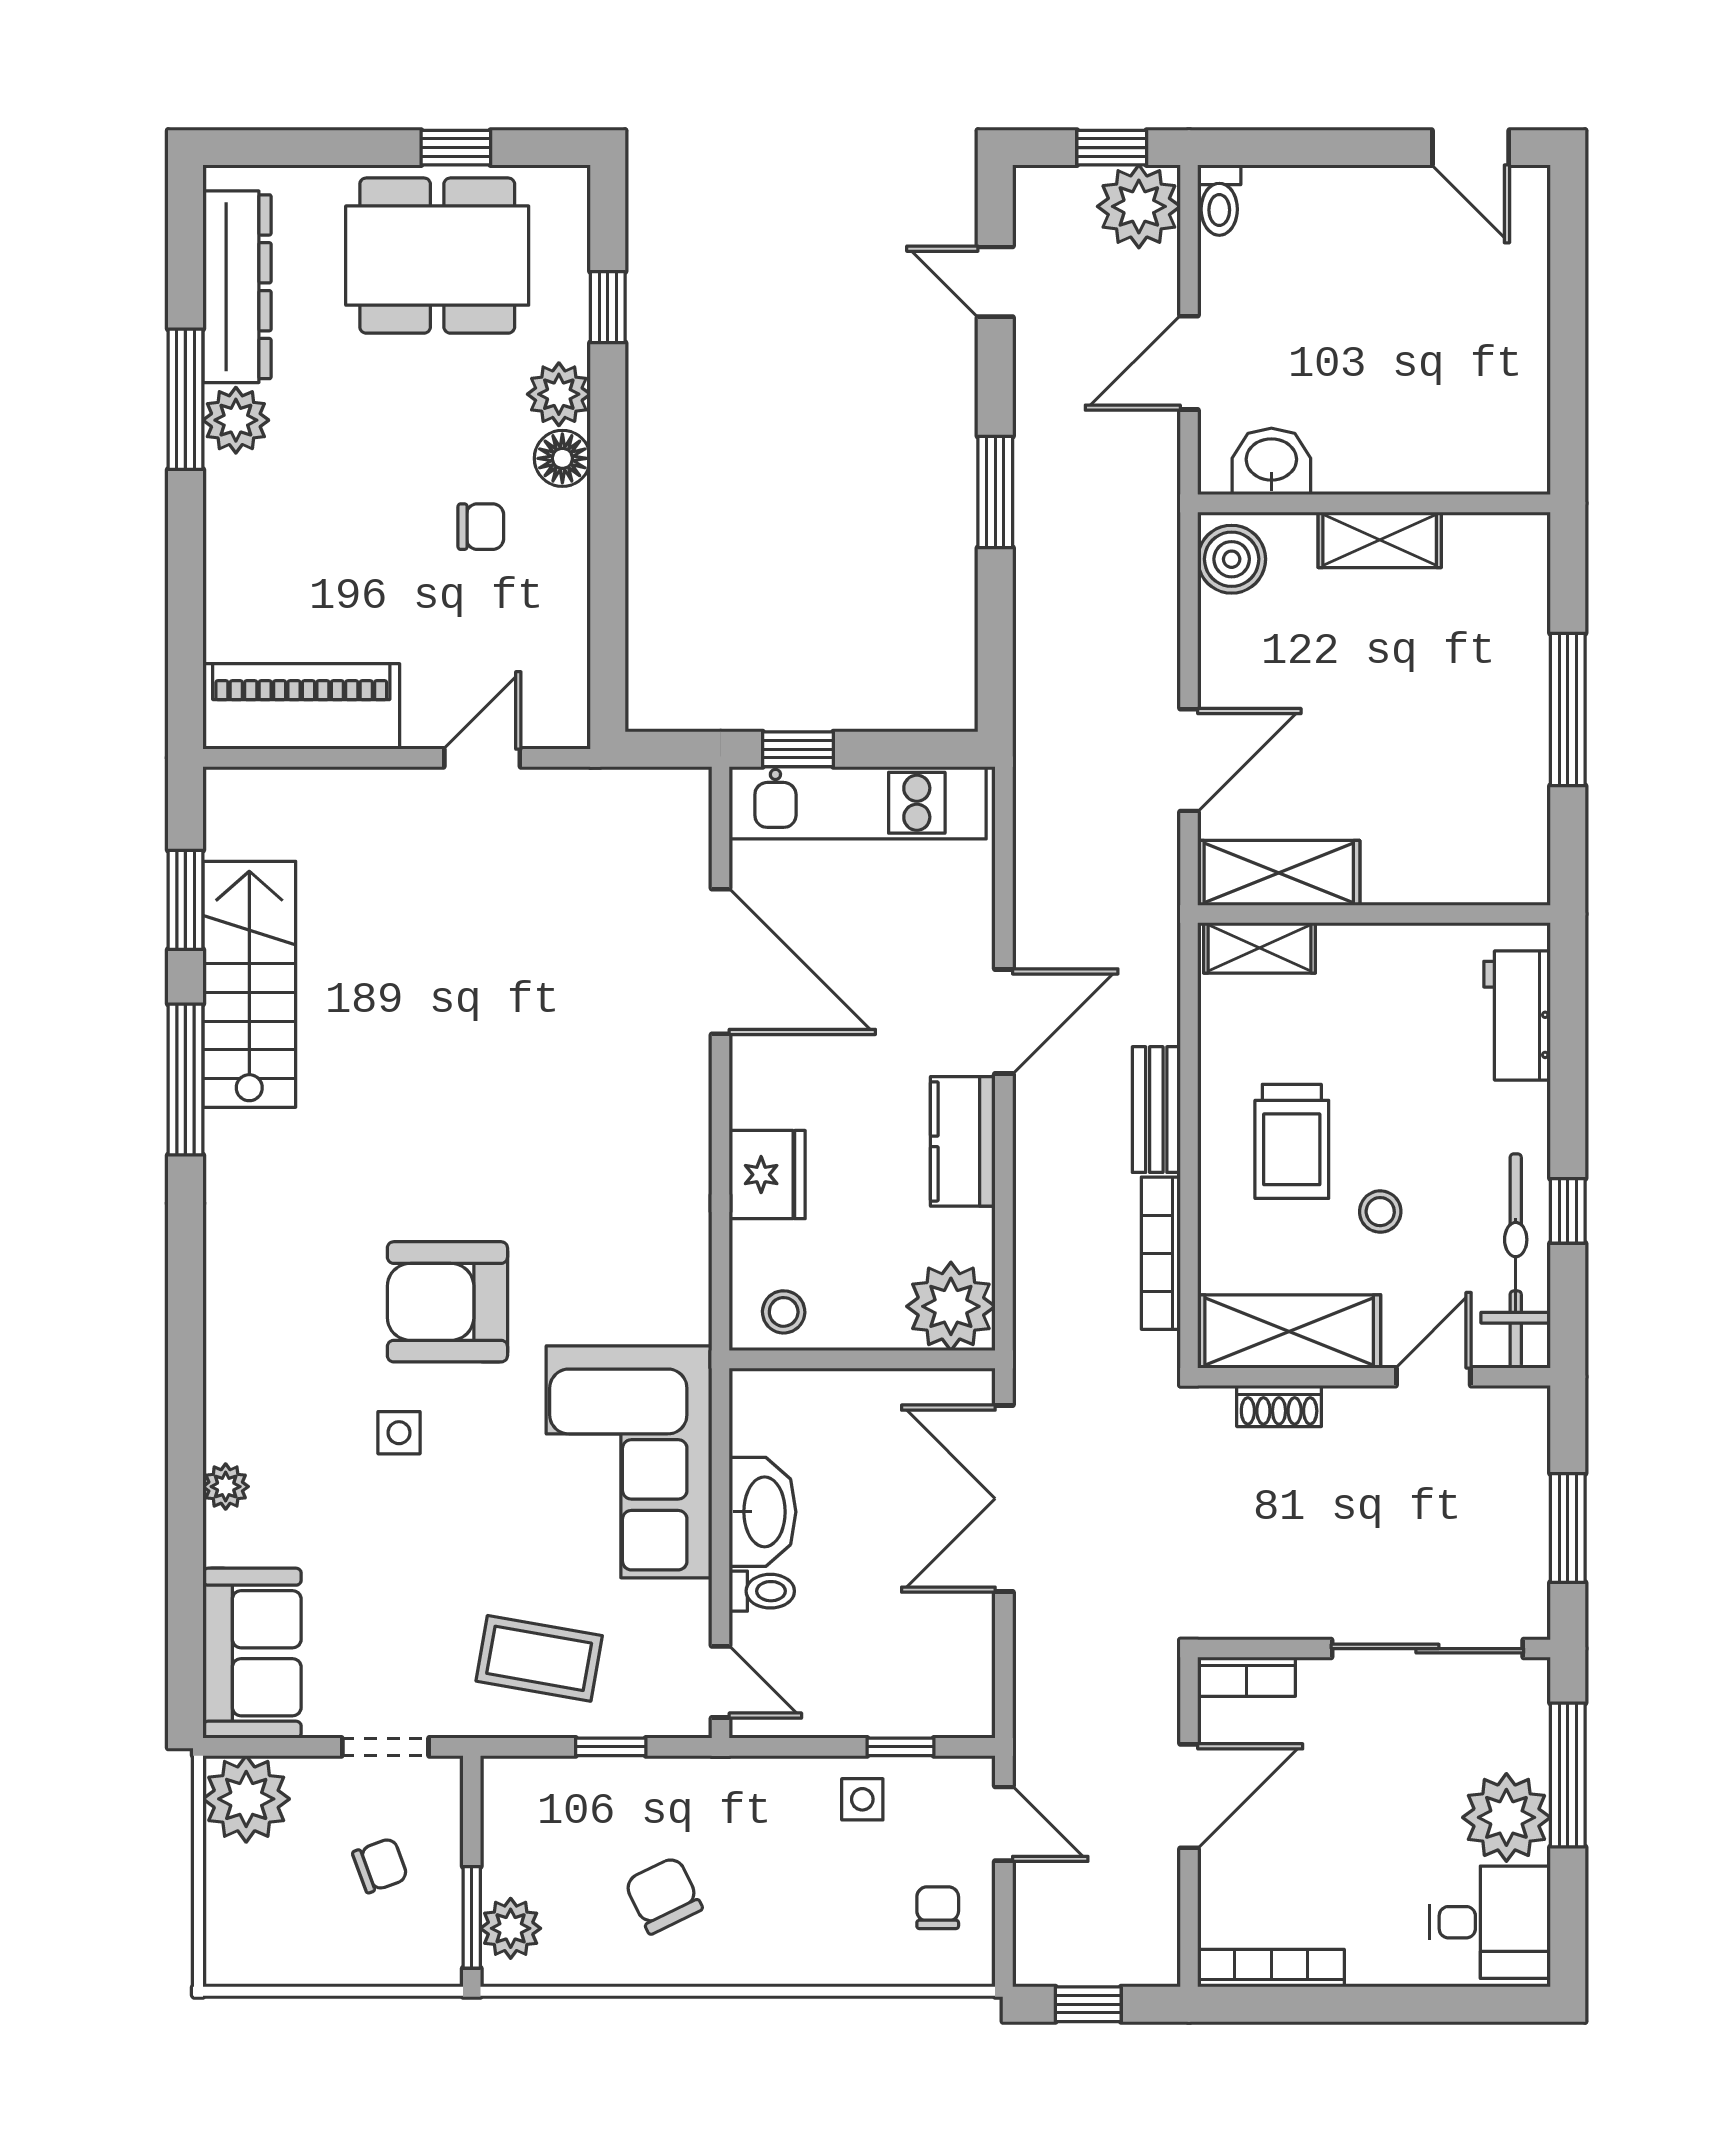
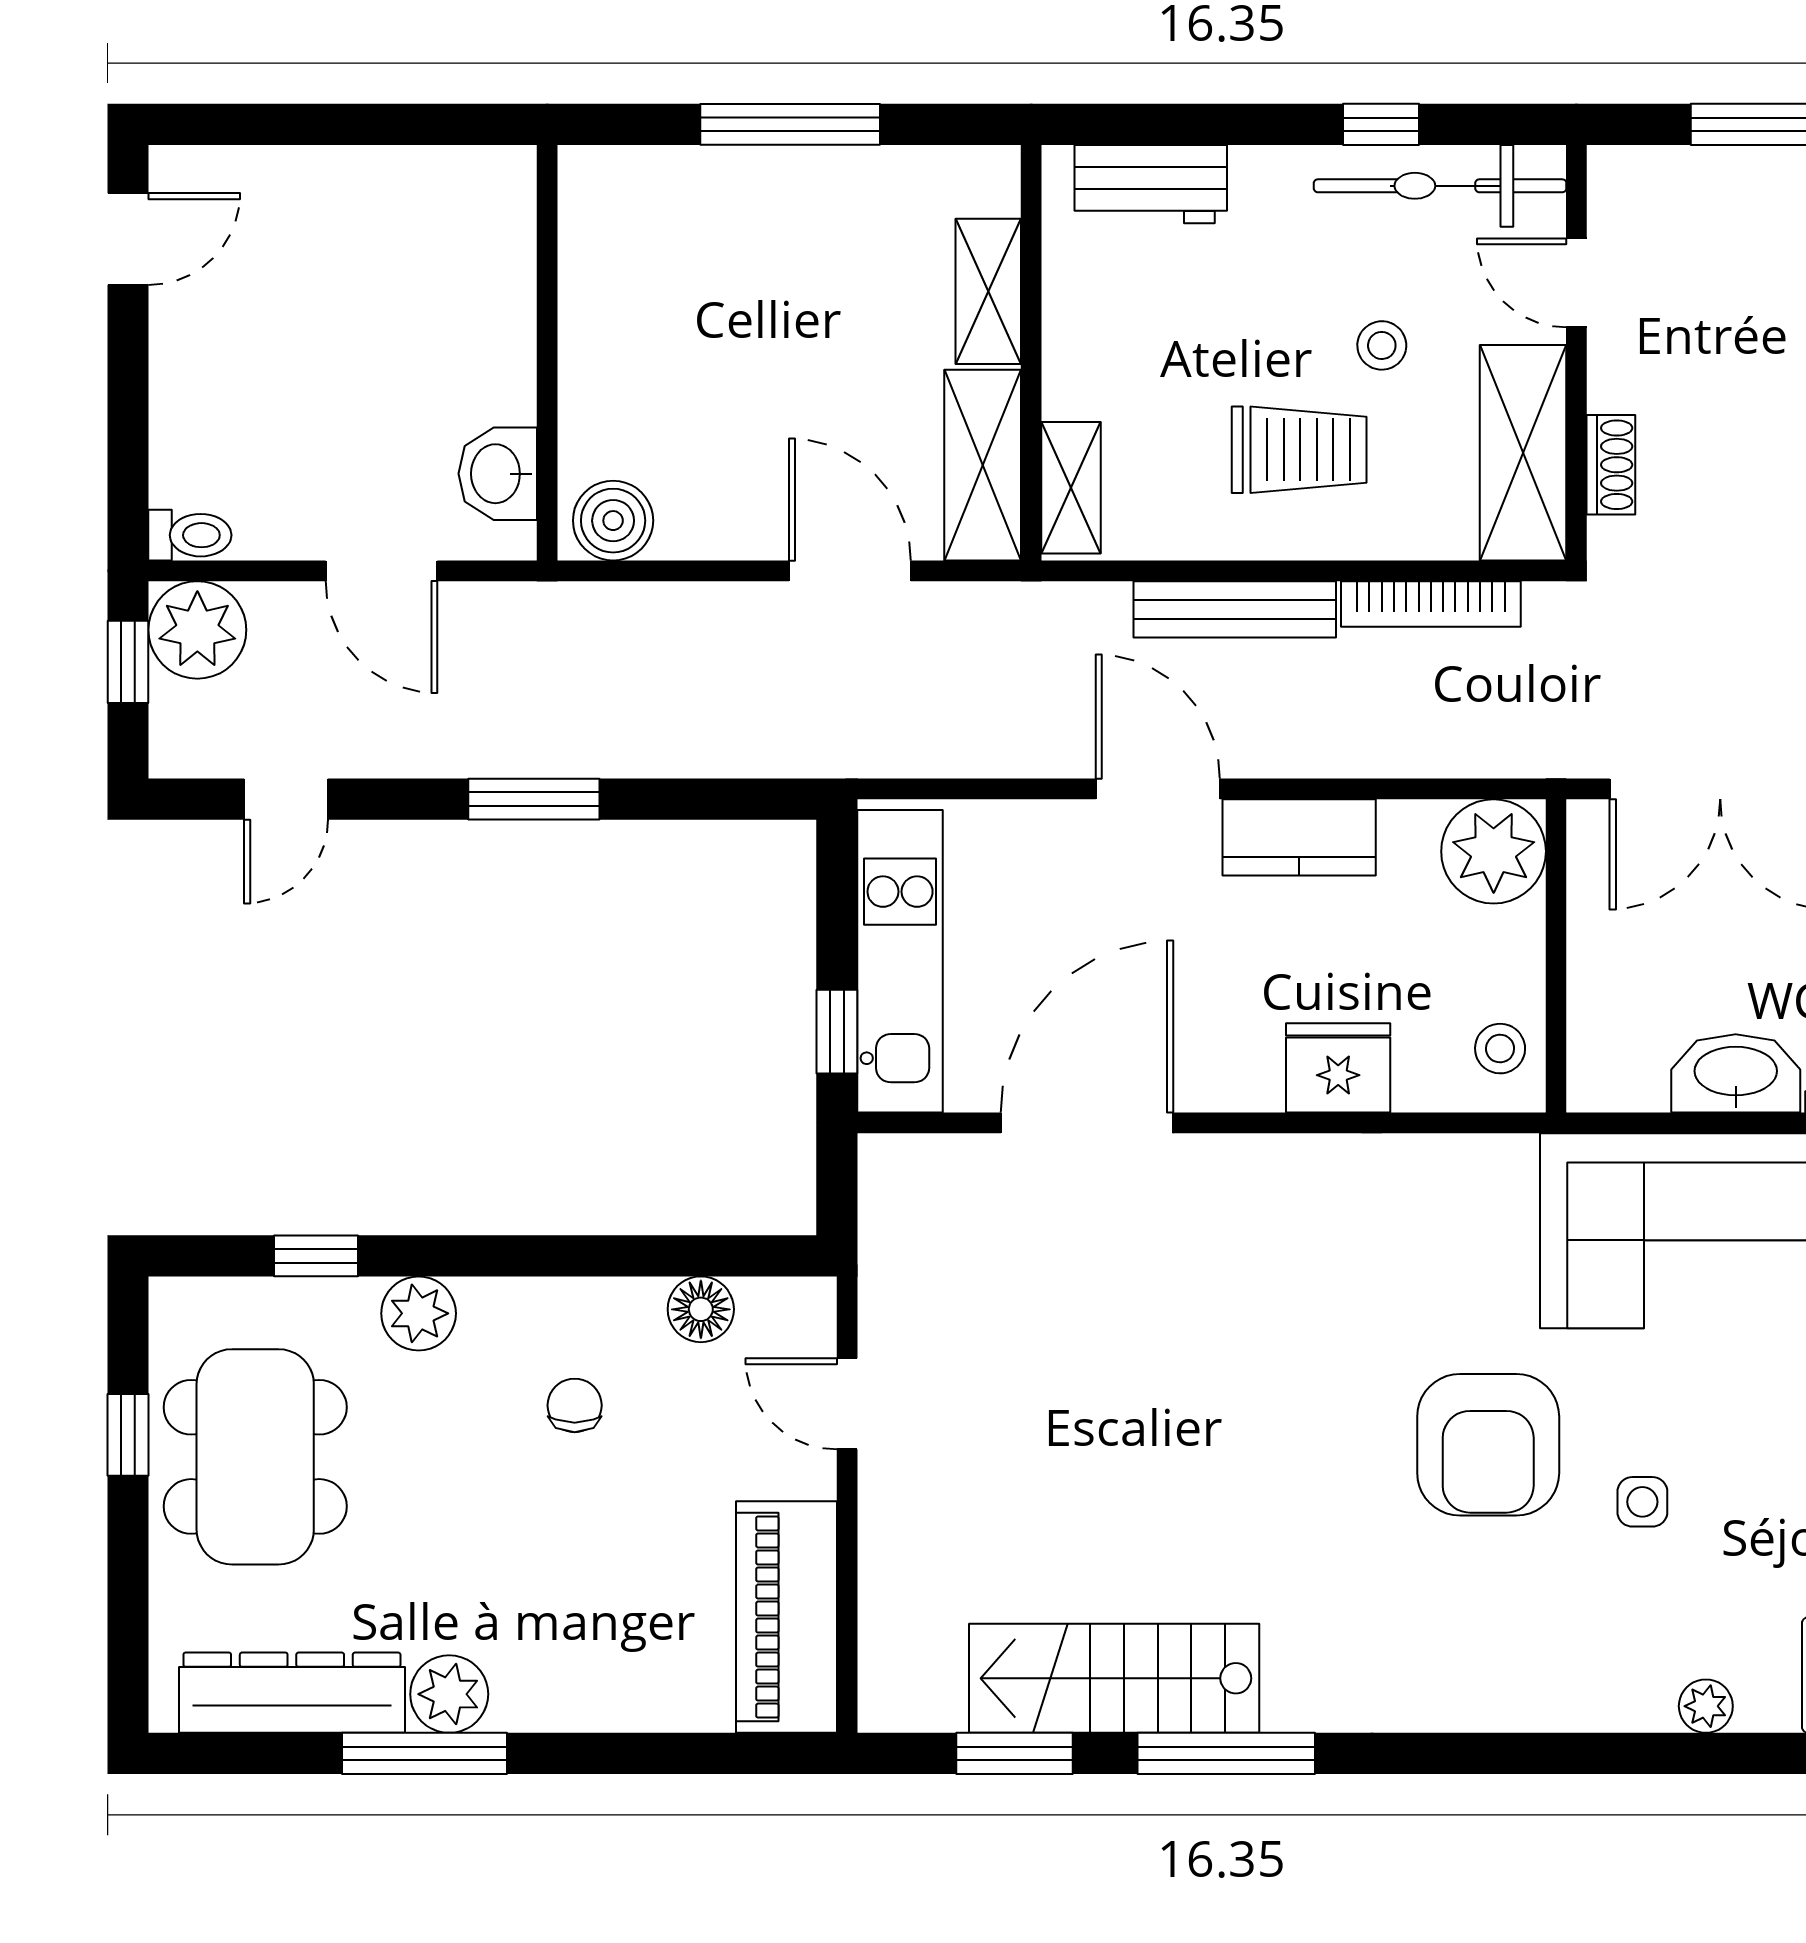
floor lamp: (562, 458) -> (701, 1309), moved
shelving: (1380, 540) -> (988, 291), moved
bench: (1156, 1110) -> (1235, 609), width x1.36

